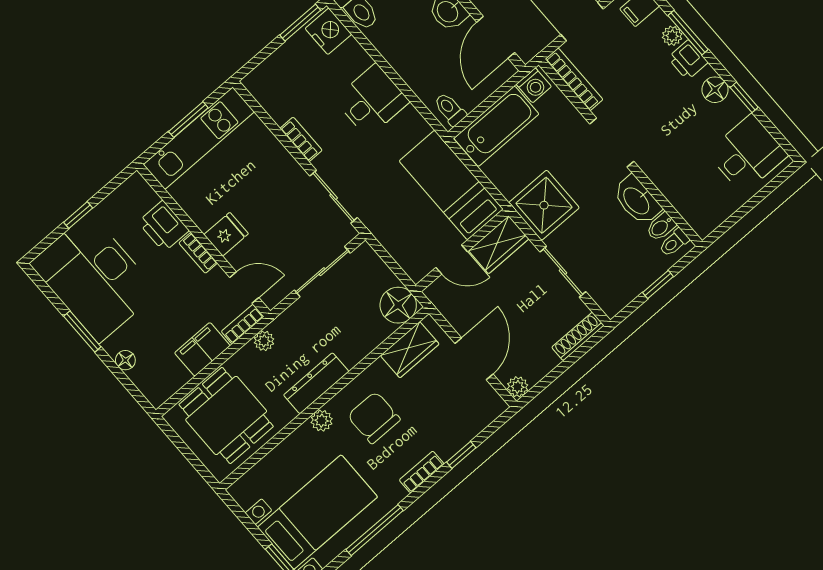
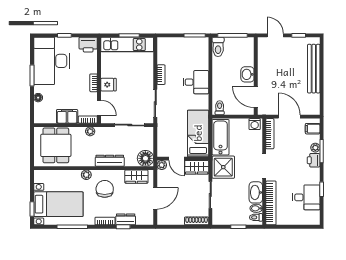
nightstand: (328, 31) -> (202, 46), removed
door: (496, 37) -> (256, 97), hinge flipped
floor lamp: (715, 90) -> (314, 178), removed
bathtub: (496, 126) -> (221, 137), moved, turned -90
desk: (747, 154) -> (306, 197), moved
bookcase: (678, 196) -> (271, 203), added
printer: (163, 226) -> (88, 45), moved, turned -90
dresser: (316, 383) -> (110, 161), moved
plant: (518, 387) -> (162, 165), moved
dresser: (455, 439) -> (126, 219), added

